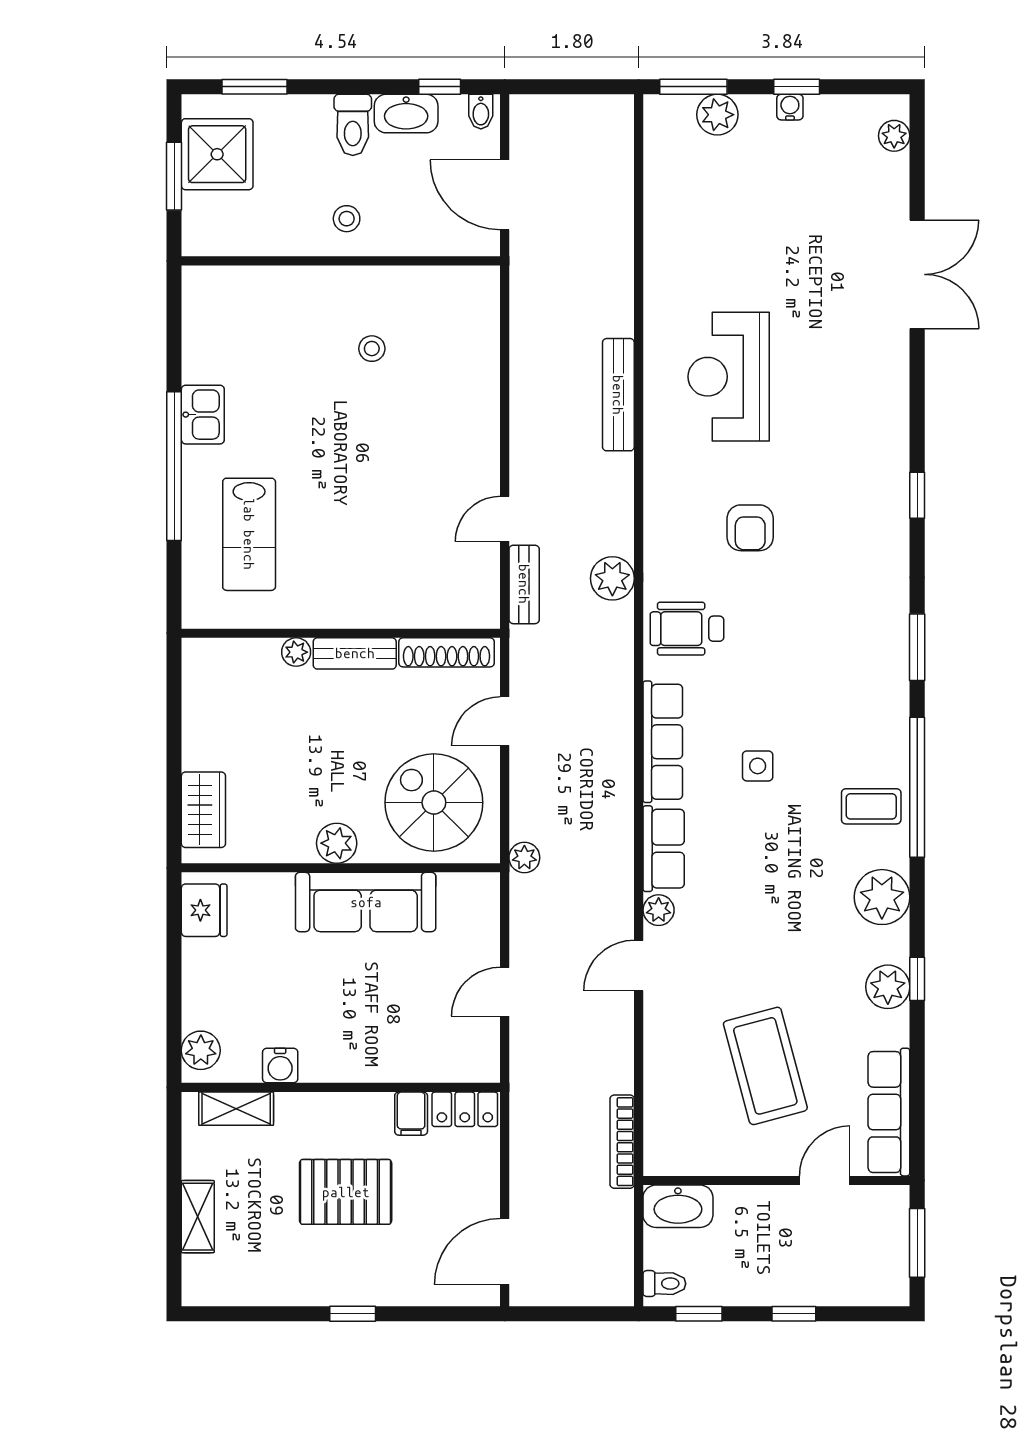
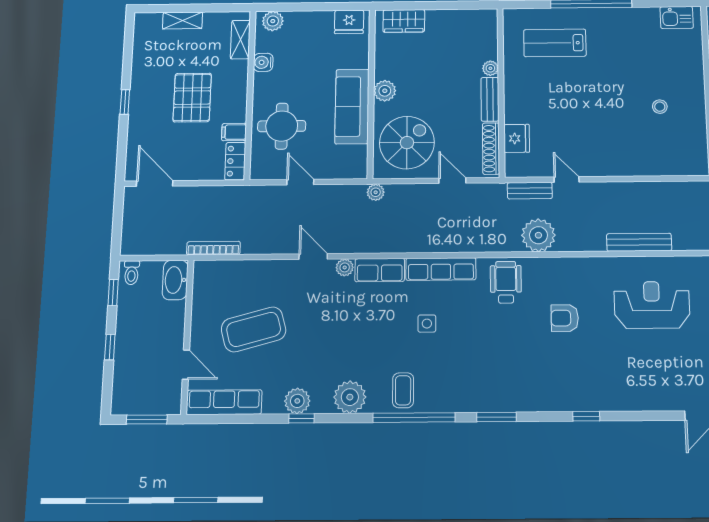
kitchen sink: (203, 415) -> (677, 18), moved
plant: (612, 578) -> (538, 235), width x1.36, depth x1.36
fridge: (428, 606) -> (517, 138), added
round table: (401, 1028) -> (282, 126), added

